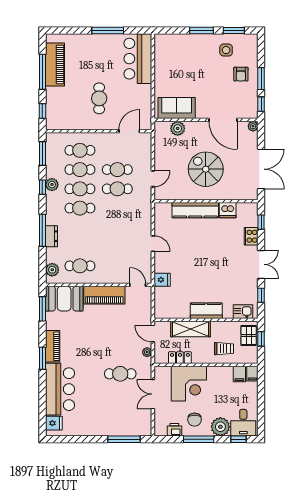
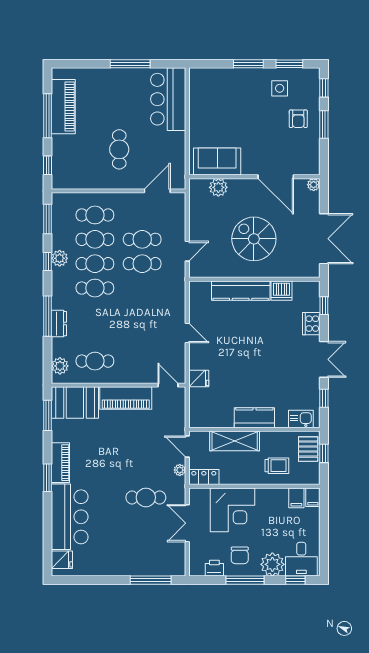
window: (261, 104) -> (324, 88), moved
locker: (180, 358) -> (204, 477), moved

